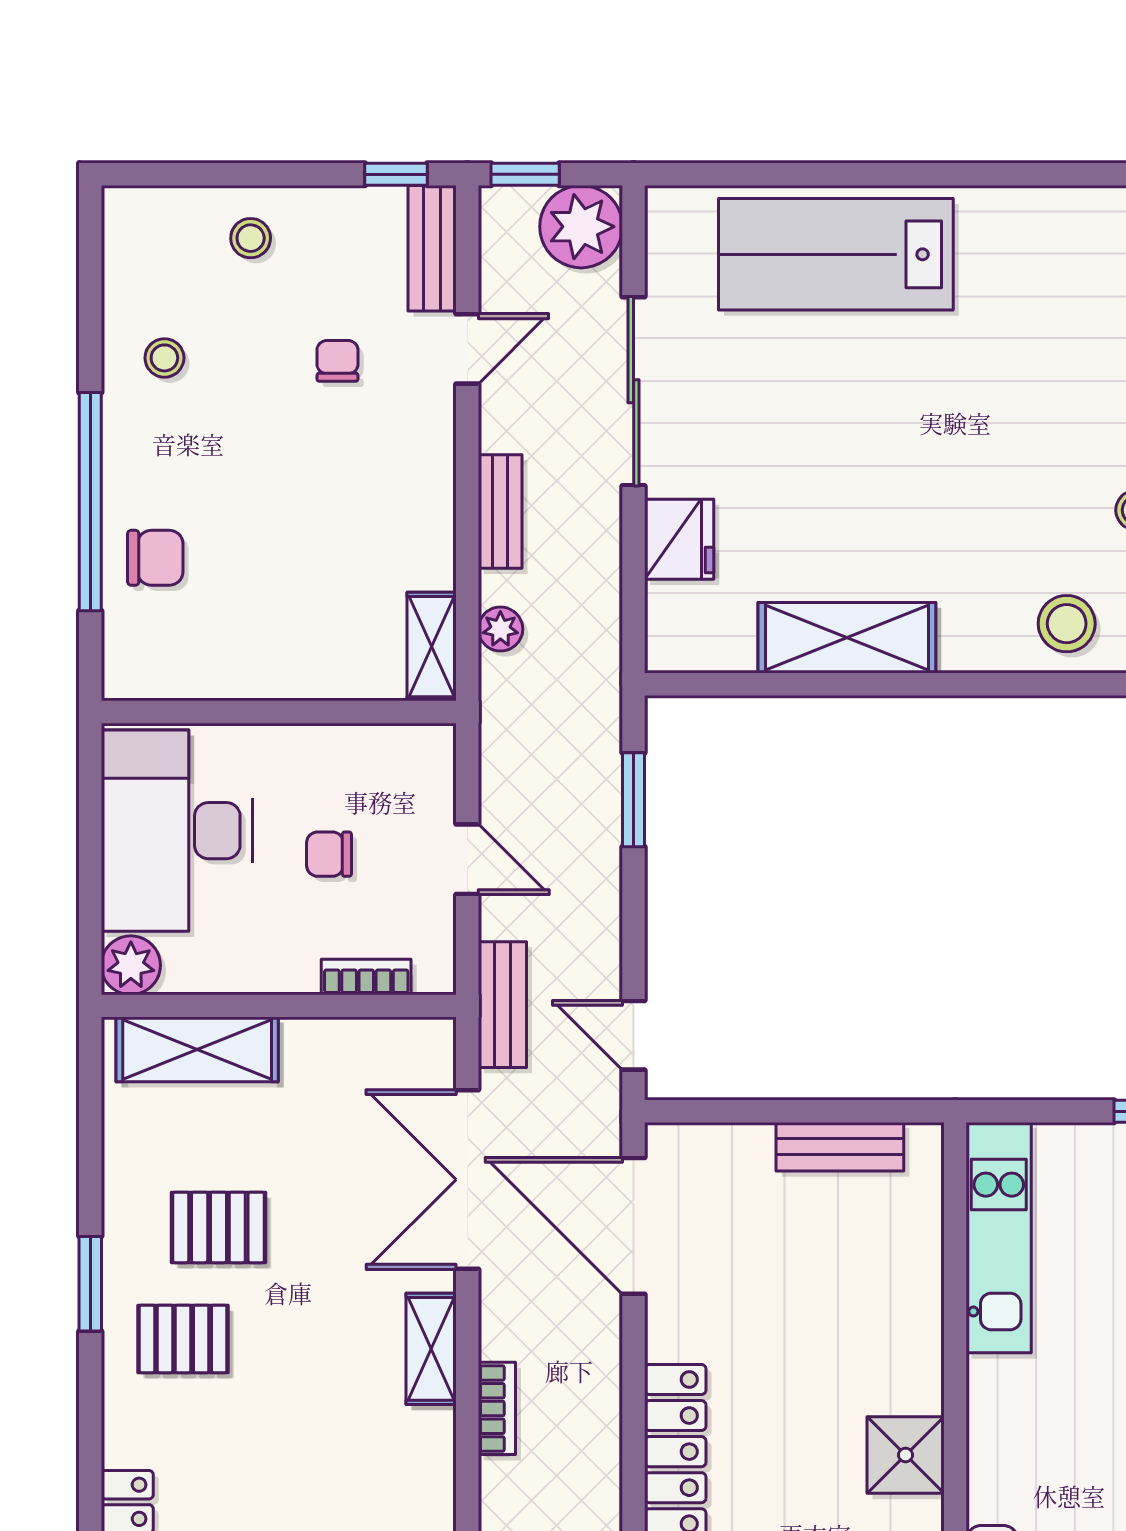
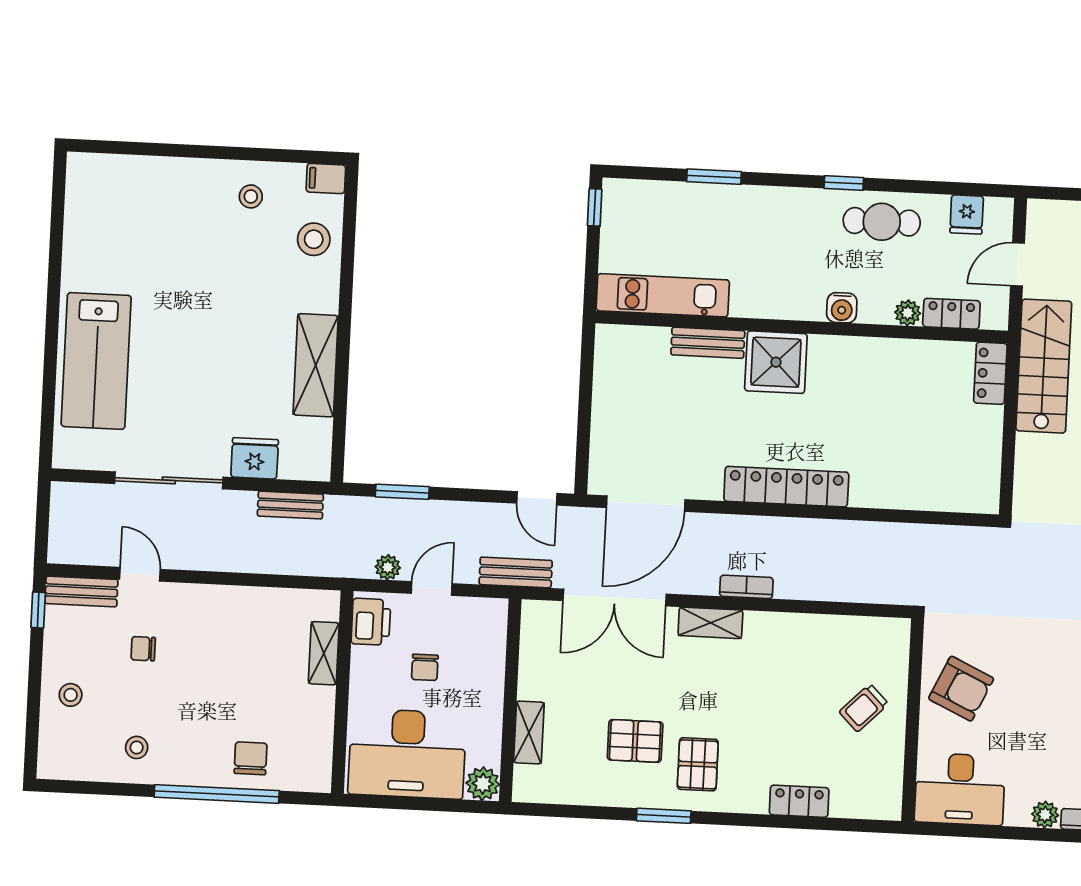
window: (525, 174) -> (42, 536), removed
plant: (581, 227) -> (73, 506), removed
bench: (500, 511) -> (290, 505), moved
plant: (500, 629) -> (388, 567), moved
shelving: (432, 647) -> (324, 653), moved, turned 90
printer: (404, 756) -> (371, 622), added
bookcase: (366, 977) -> (496, 649), removed
door: (634, 1035) -> (537, 498), hinge flipped
shelving: (197, 1049) -> (529, 732), width x0.67, depth x0.75
bench: (840, 1147) -> (708, 343), moved, turned 90
pallet: (218, 1227) -> (635, 741), turned 90
shower: (906, 1455) -> (776, 362), width x1.36, depth x1.36

